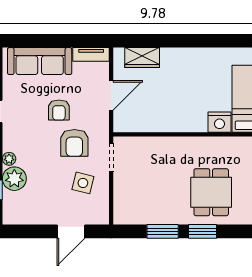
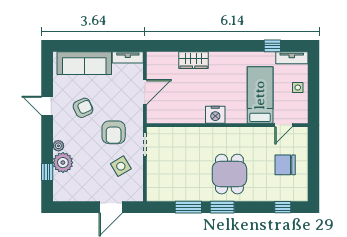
wardrobe: (142, 58) -> (194, 60), moved
armchair: (59, 110) -> (83, 108), moved, turned -115
nightstand: (219, 122) -> (215, 115), moved
side table: (83, 183) -> (121, 166), turned 45

